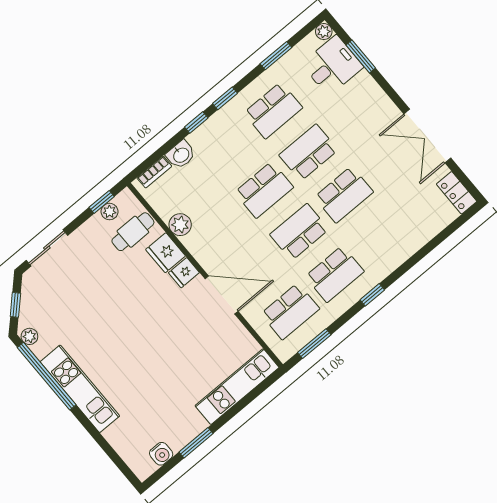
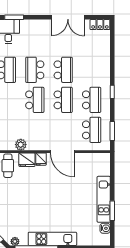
school desk: (299, 232) -> (63, 100), turned 180
door: (222, 295) -> (62, 152), swing flipped
kitchen unit: (237, 387) -> (104, 199), moved

